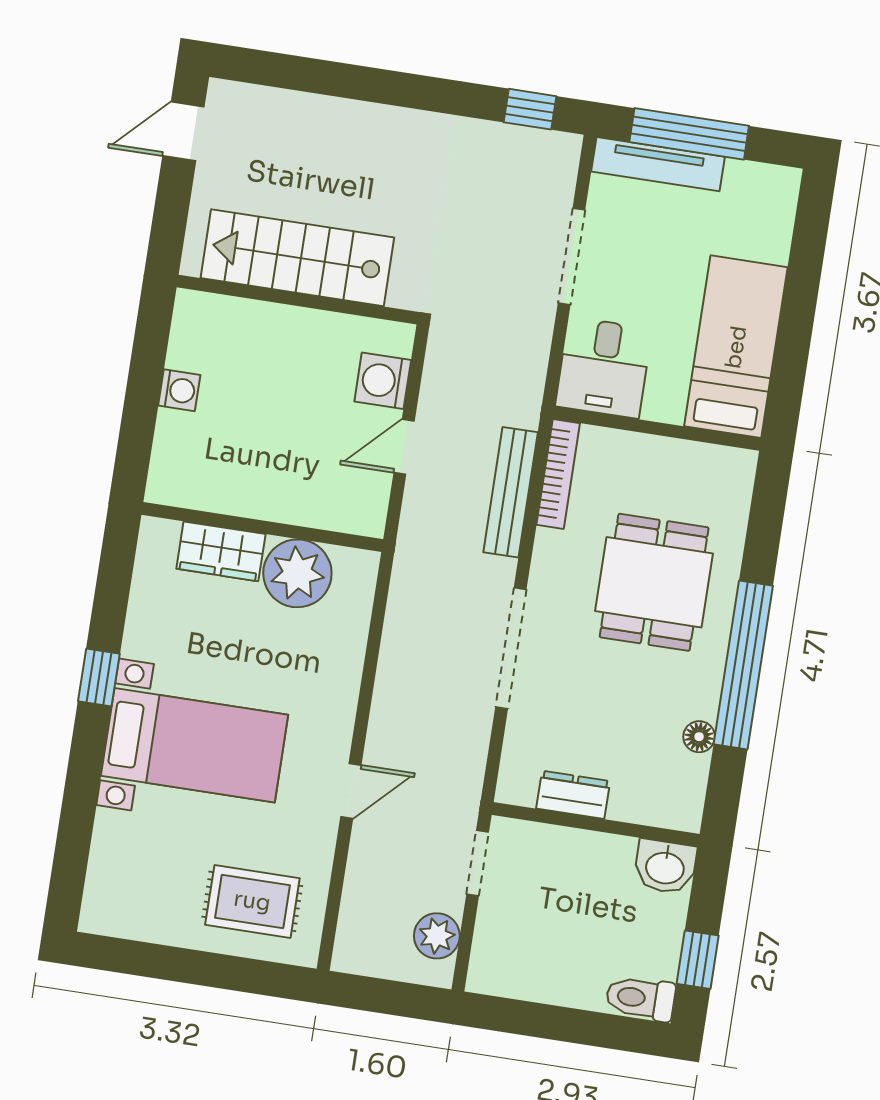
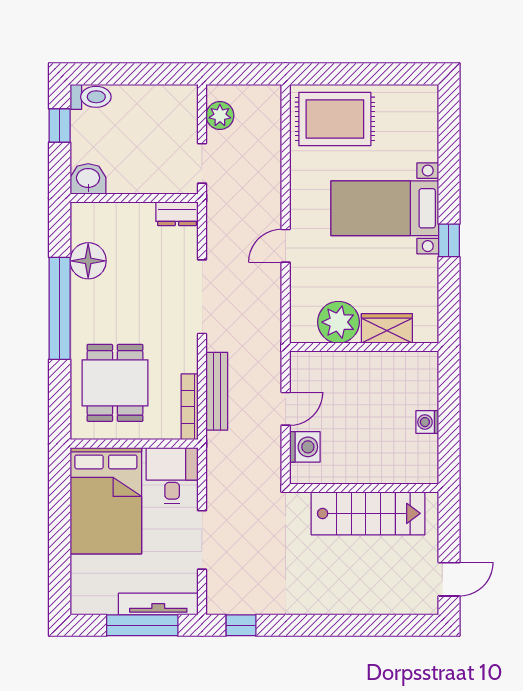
bed: (736, 347) -> (106, 501), width x1.50
dining table: (654, 582) -> (115, 383), moved
floor lamp: (699, 737) -> (88, 261), width x1.89, depth x1.89
door: (351, 791) -> (286, 246), moved
dresser: (573, 795) -> (177, 214), moved
rug: (252, 901) -> (335, 119), width x1.36, depth x1.43

